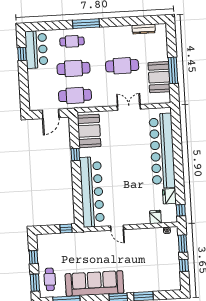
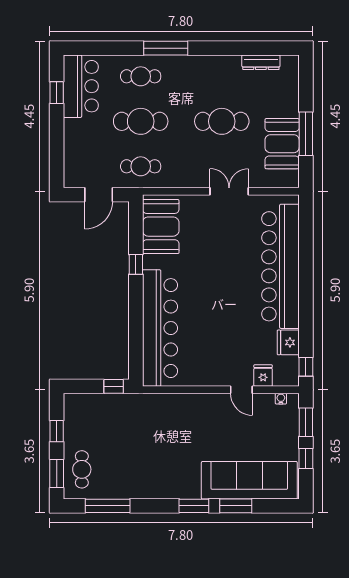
cafe table: (75, 95) -> (141, 166), width x0.73, depth x0.74
door: (117, 228) -> (241, 390), moved
sofa: (94, 283) -> (249, 480), moved

